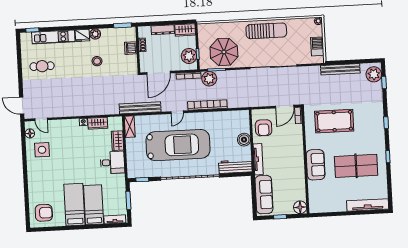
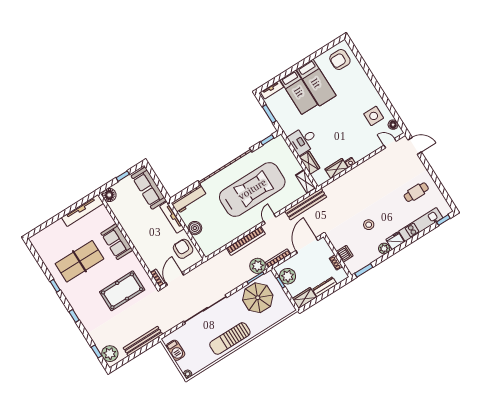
car: (178, 145) -> (252, 189), turned 180
tv unit: (368, 205) -> (83, 210), moved

